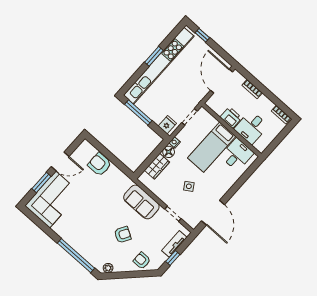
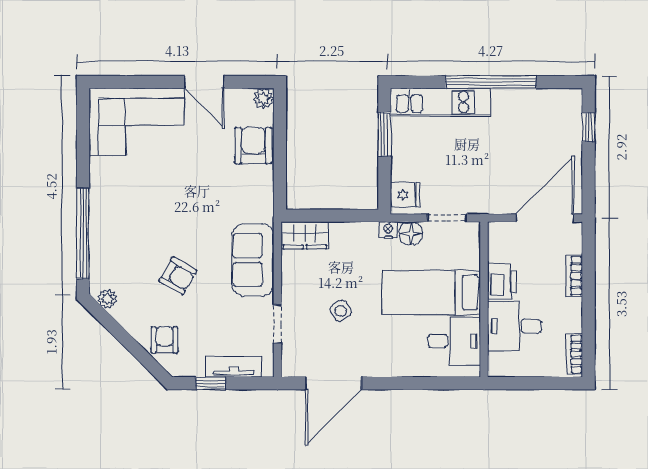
window: (154, 56) -> (491, 82), width x2.11
kitchen unit: (159, 66) -> (440, 102), width x0.54
window: (138, 113) -> (384, 134), width x0.69
plant: (85, 145) -> (263, 98), added
floor lamp: (169, 152) -> (411, 234), moved
wardrobe: (157, 166) -> (305, 235), moved
window: (41, 182) -> (147, 82), removed

